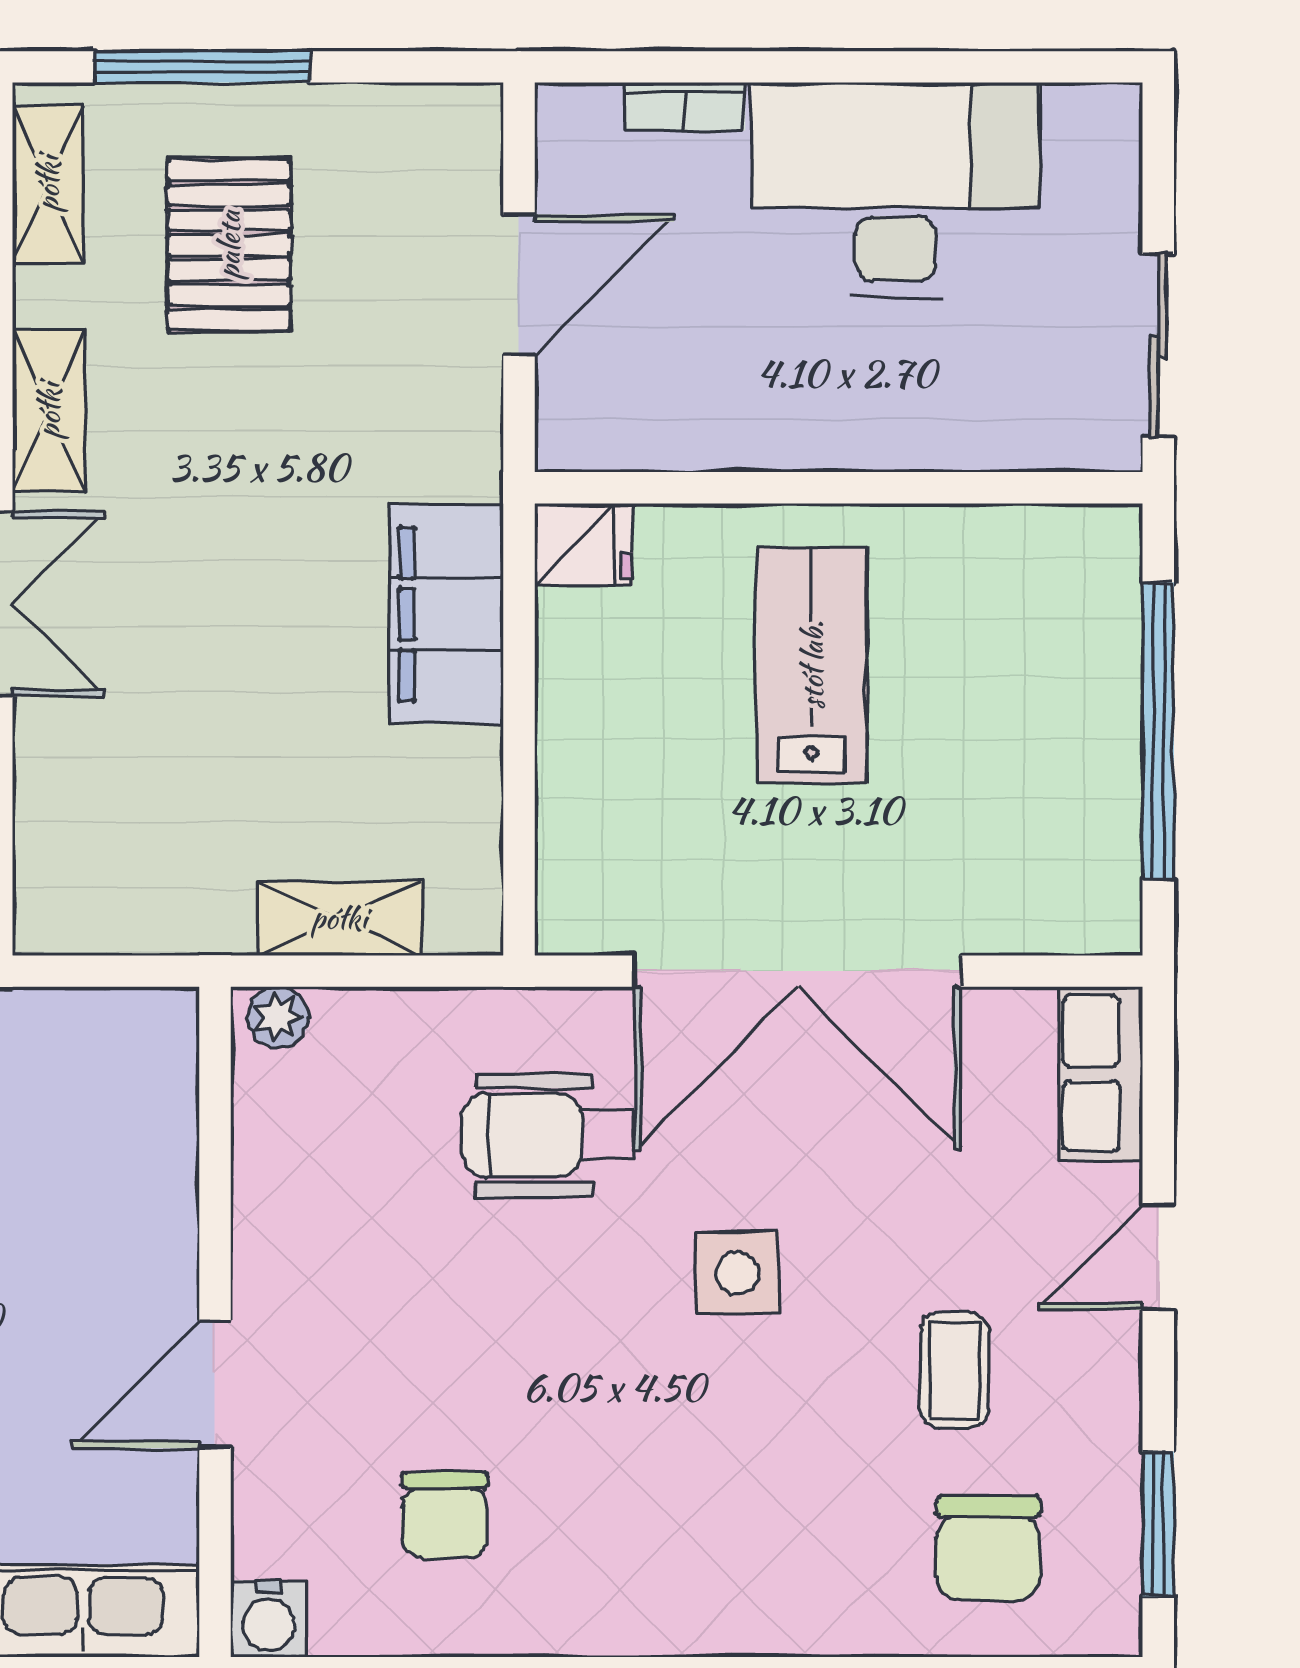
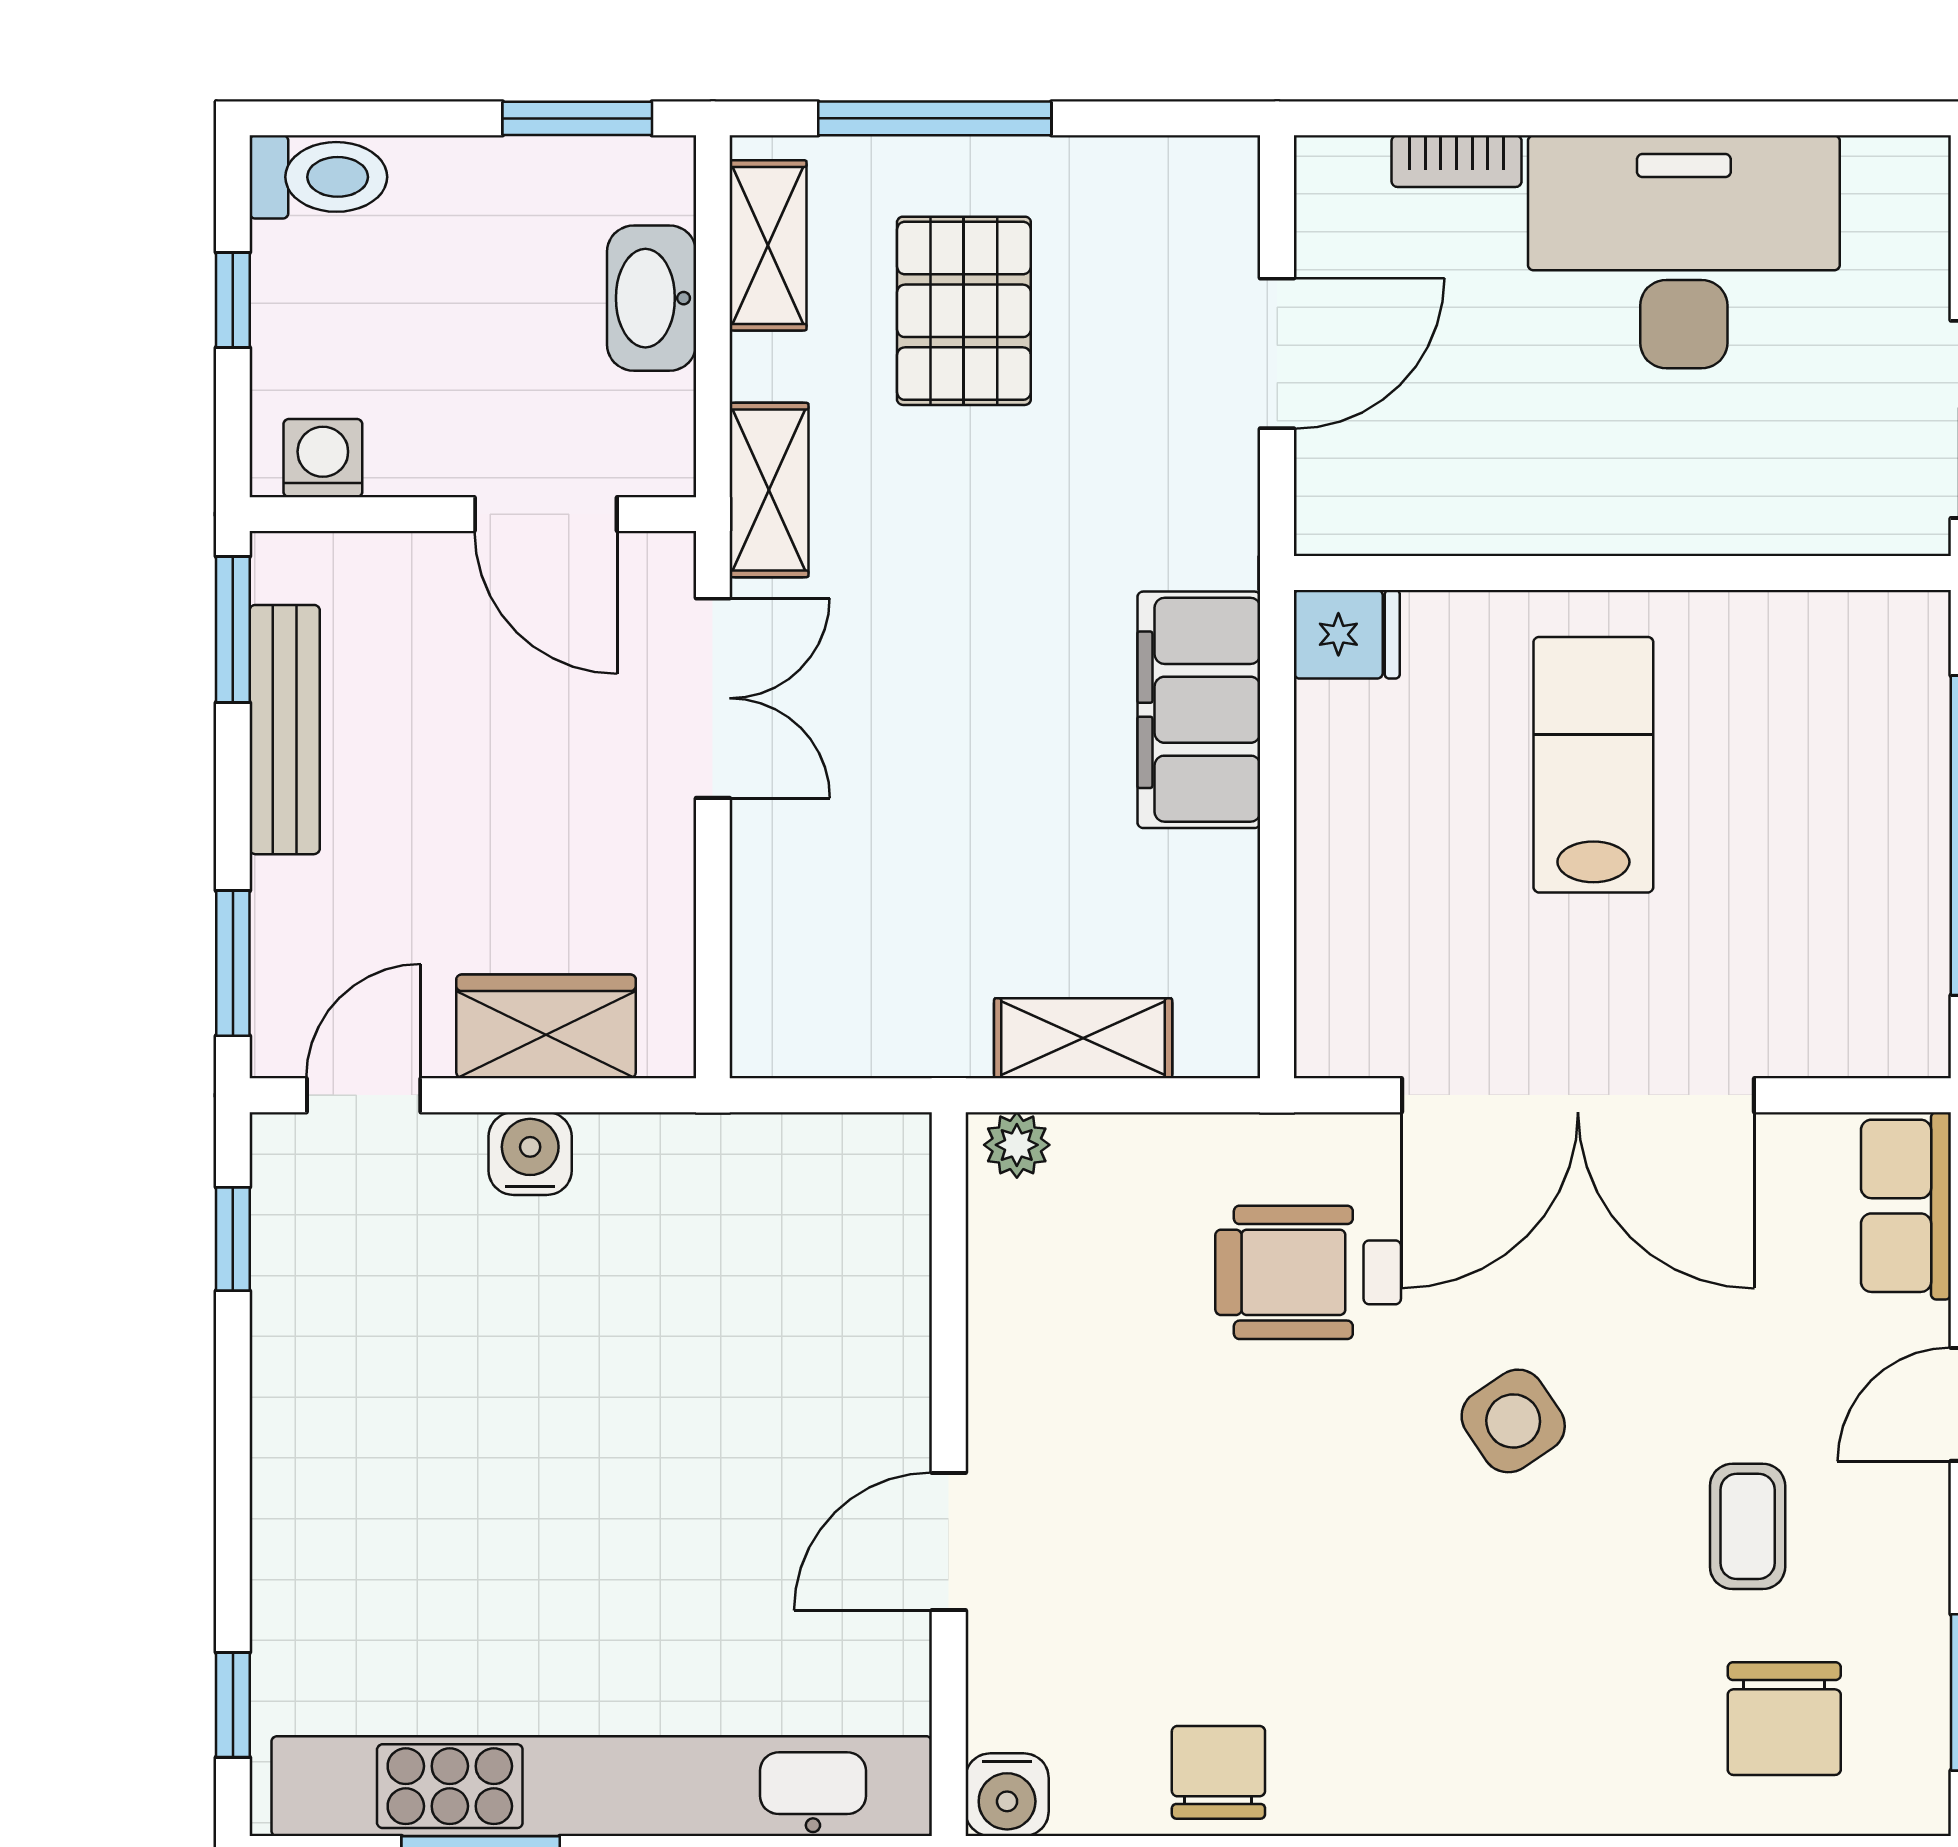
side table: (738, 1273) -> (1513, 1421), turned -34
chair: (444, 1515) -> (1218, 1772), moved, turned 180

